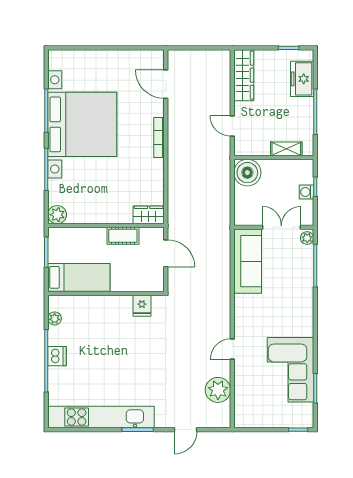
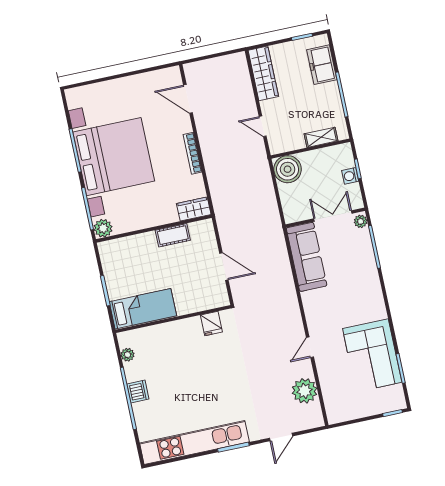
plant: (57, 215) -> (103, 228), moved
wardrobe: (149, 215) -> (194, 209), moved
wall: (106, 226) -> (154, 229), moved
cot: (123, 236) -> (173, 235), moved

